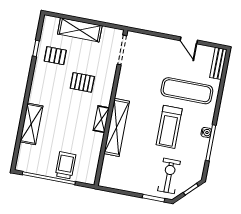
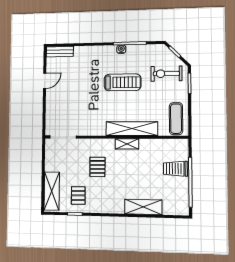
shelving: (80, 30) -> (52, 191), moved
exercise mat: (187, 91) -> (176, 119), moved, width x0.73, depth x0.69

